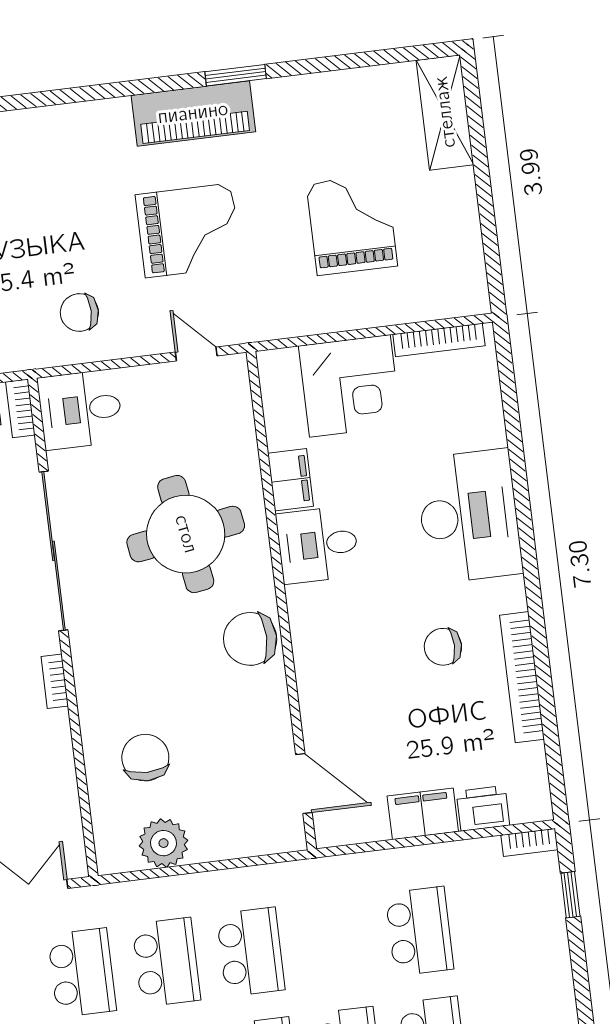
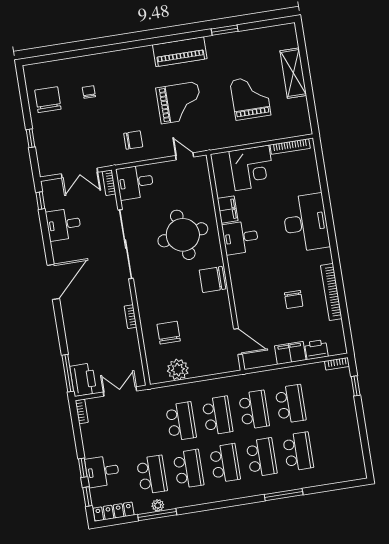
window: (236, 75) -> (225, 30), moved
shelving: (445, 112) -> (293, 73), moved
chair: (79, 313) -> (133, 140), turned 180
chair: (443, 647) -> (294, 299), moved, turned -90
bookcase: (55, 681) -> (131, 317), moved
school desk: (82, 973) -> (254, 410), moved

